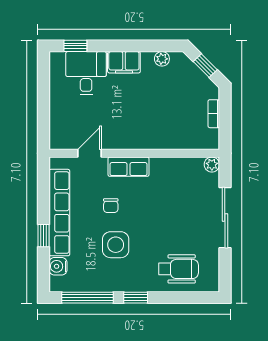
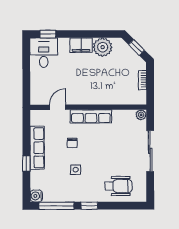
plant: (162, 59) -> (103, 47), width x1.88, depth x1.88
desk: (86, 73) -> (44, 53), moved
row of seats: (129, 167) -> (91, 116), width x1.48
row of seats: (59, 213) -> (37, 148), width x0.73
side table: (116, 245) -> (76, 170), width x0.54, depth x0.54
water cooler: (58, 266) -> (36, 196), moved

